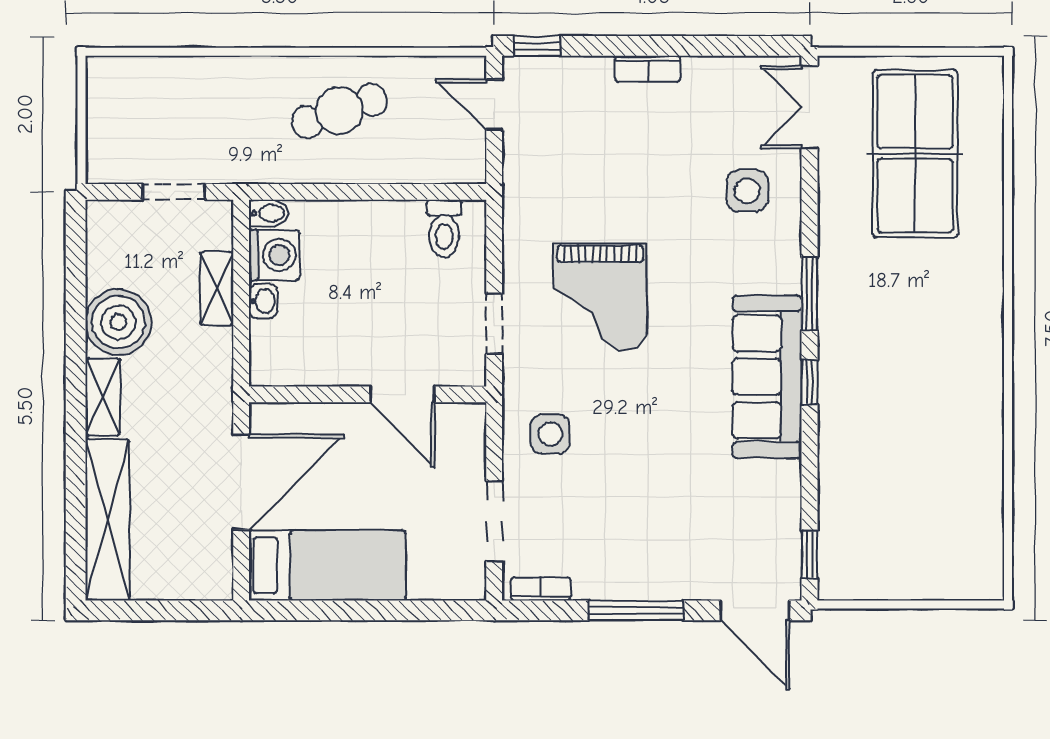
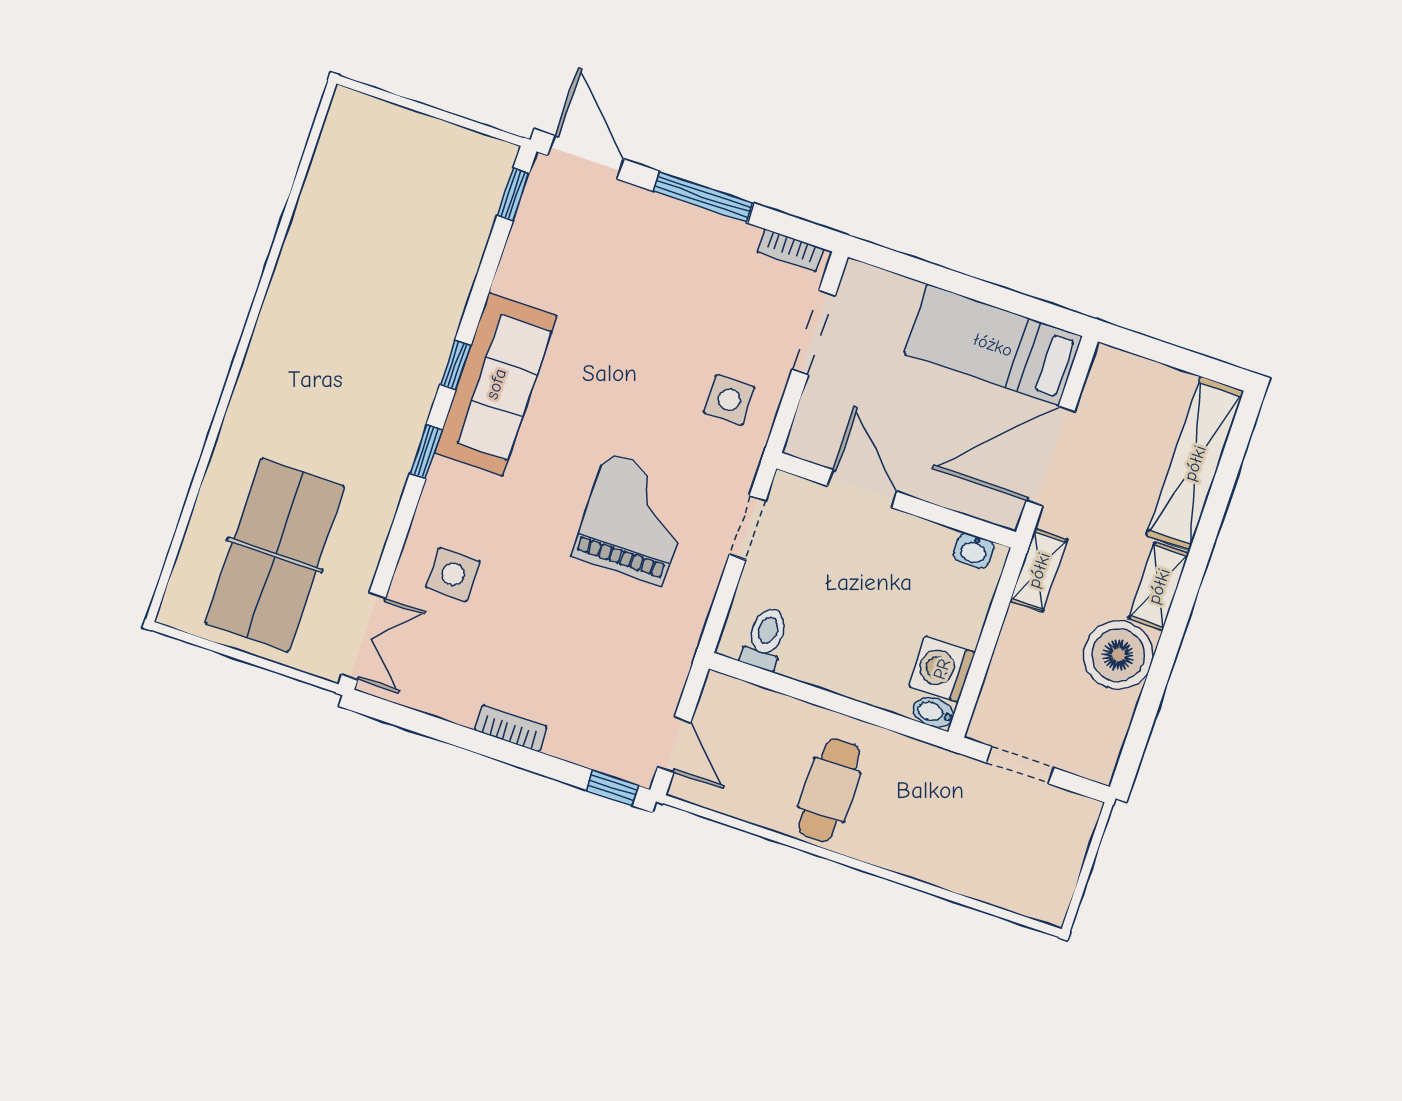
cafe table: (339, 111) -> (829, 790), turned -71
shelving: (217, 288) -> (1039, 570), moved
window: (809, 294) -> (426, 452), width x0.67
washbasin: (263, 301) -> (974, 551), moved, turned -90

